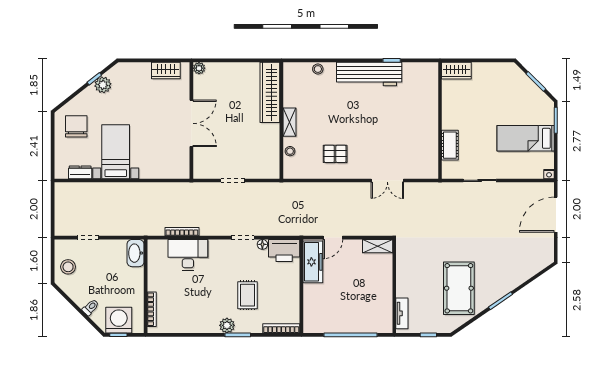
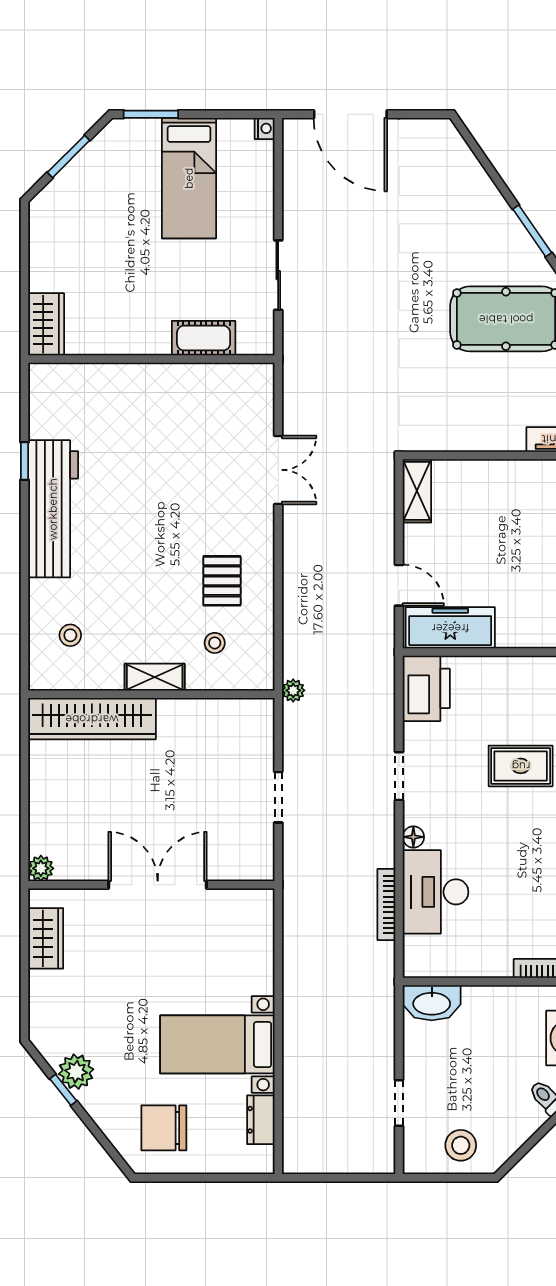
stool: (318, 69) -> (70, 635), moved
stool: (290, 151) -> (215, 643), moved
plant: (283, 188) -> (293, 690), added
floor lamp: (262, 244) -> (413, 837), moved

